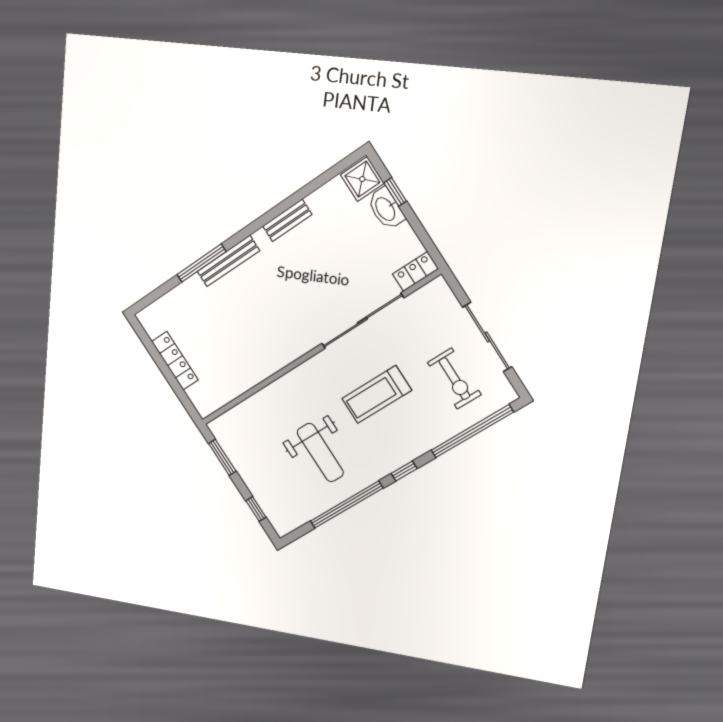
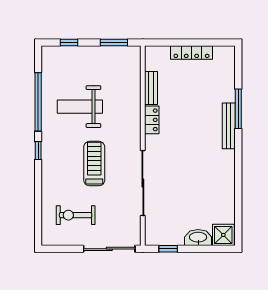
window: (395, 192) -> (168, 249), moved
bench: (287, 220) -> (151, 88), moved
locker: (415, 271) -> (152, 120), moved
sliding door: (487, 337) -> (109, 249), moved
window: (472, 431) -> (38, 206), removed

